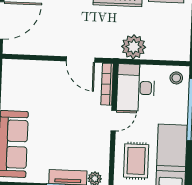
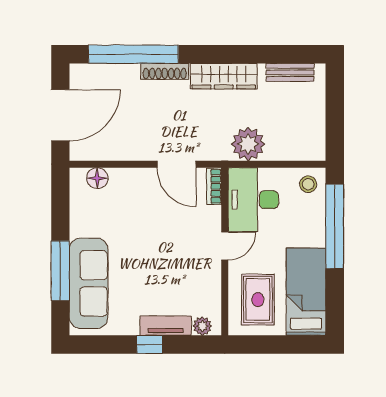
floor lamp: (22, 67) -> (97, 178), added
bookcase: (107, 84) -> (214, 186), width x0.64

